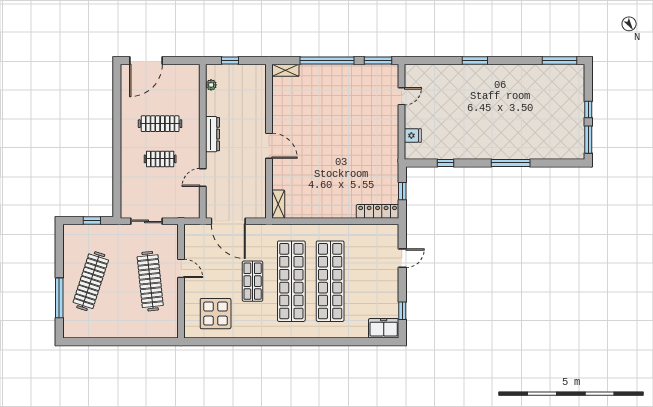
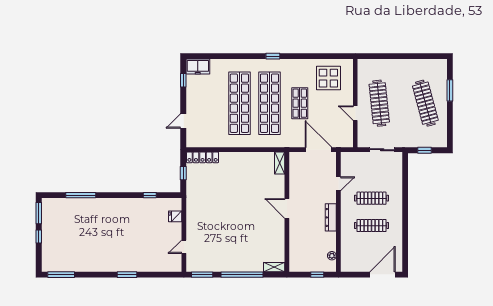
clothes rail: (160, 159) -> (371, 198), width x1.36
window: (511, 163) -> (81, 195), moved
clothes rail: (91, 281) -> (425, 103), turned -33
window: (59, 298) -> (450, 90), width x0.69
window: (287, 342) -> (273, 56), added

